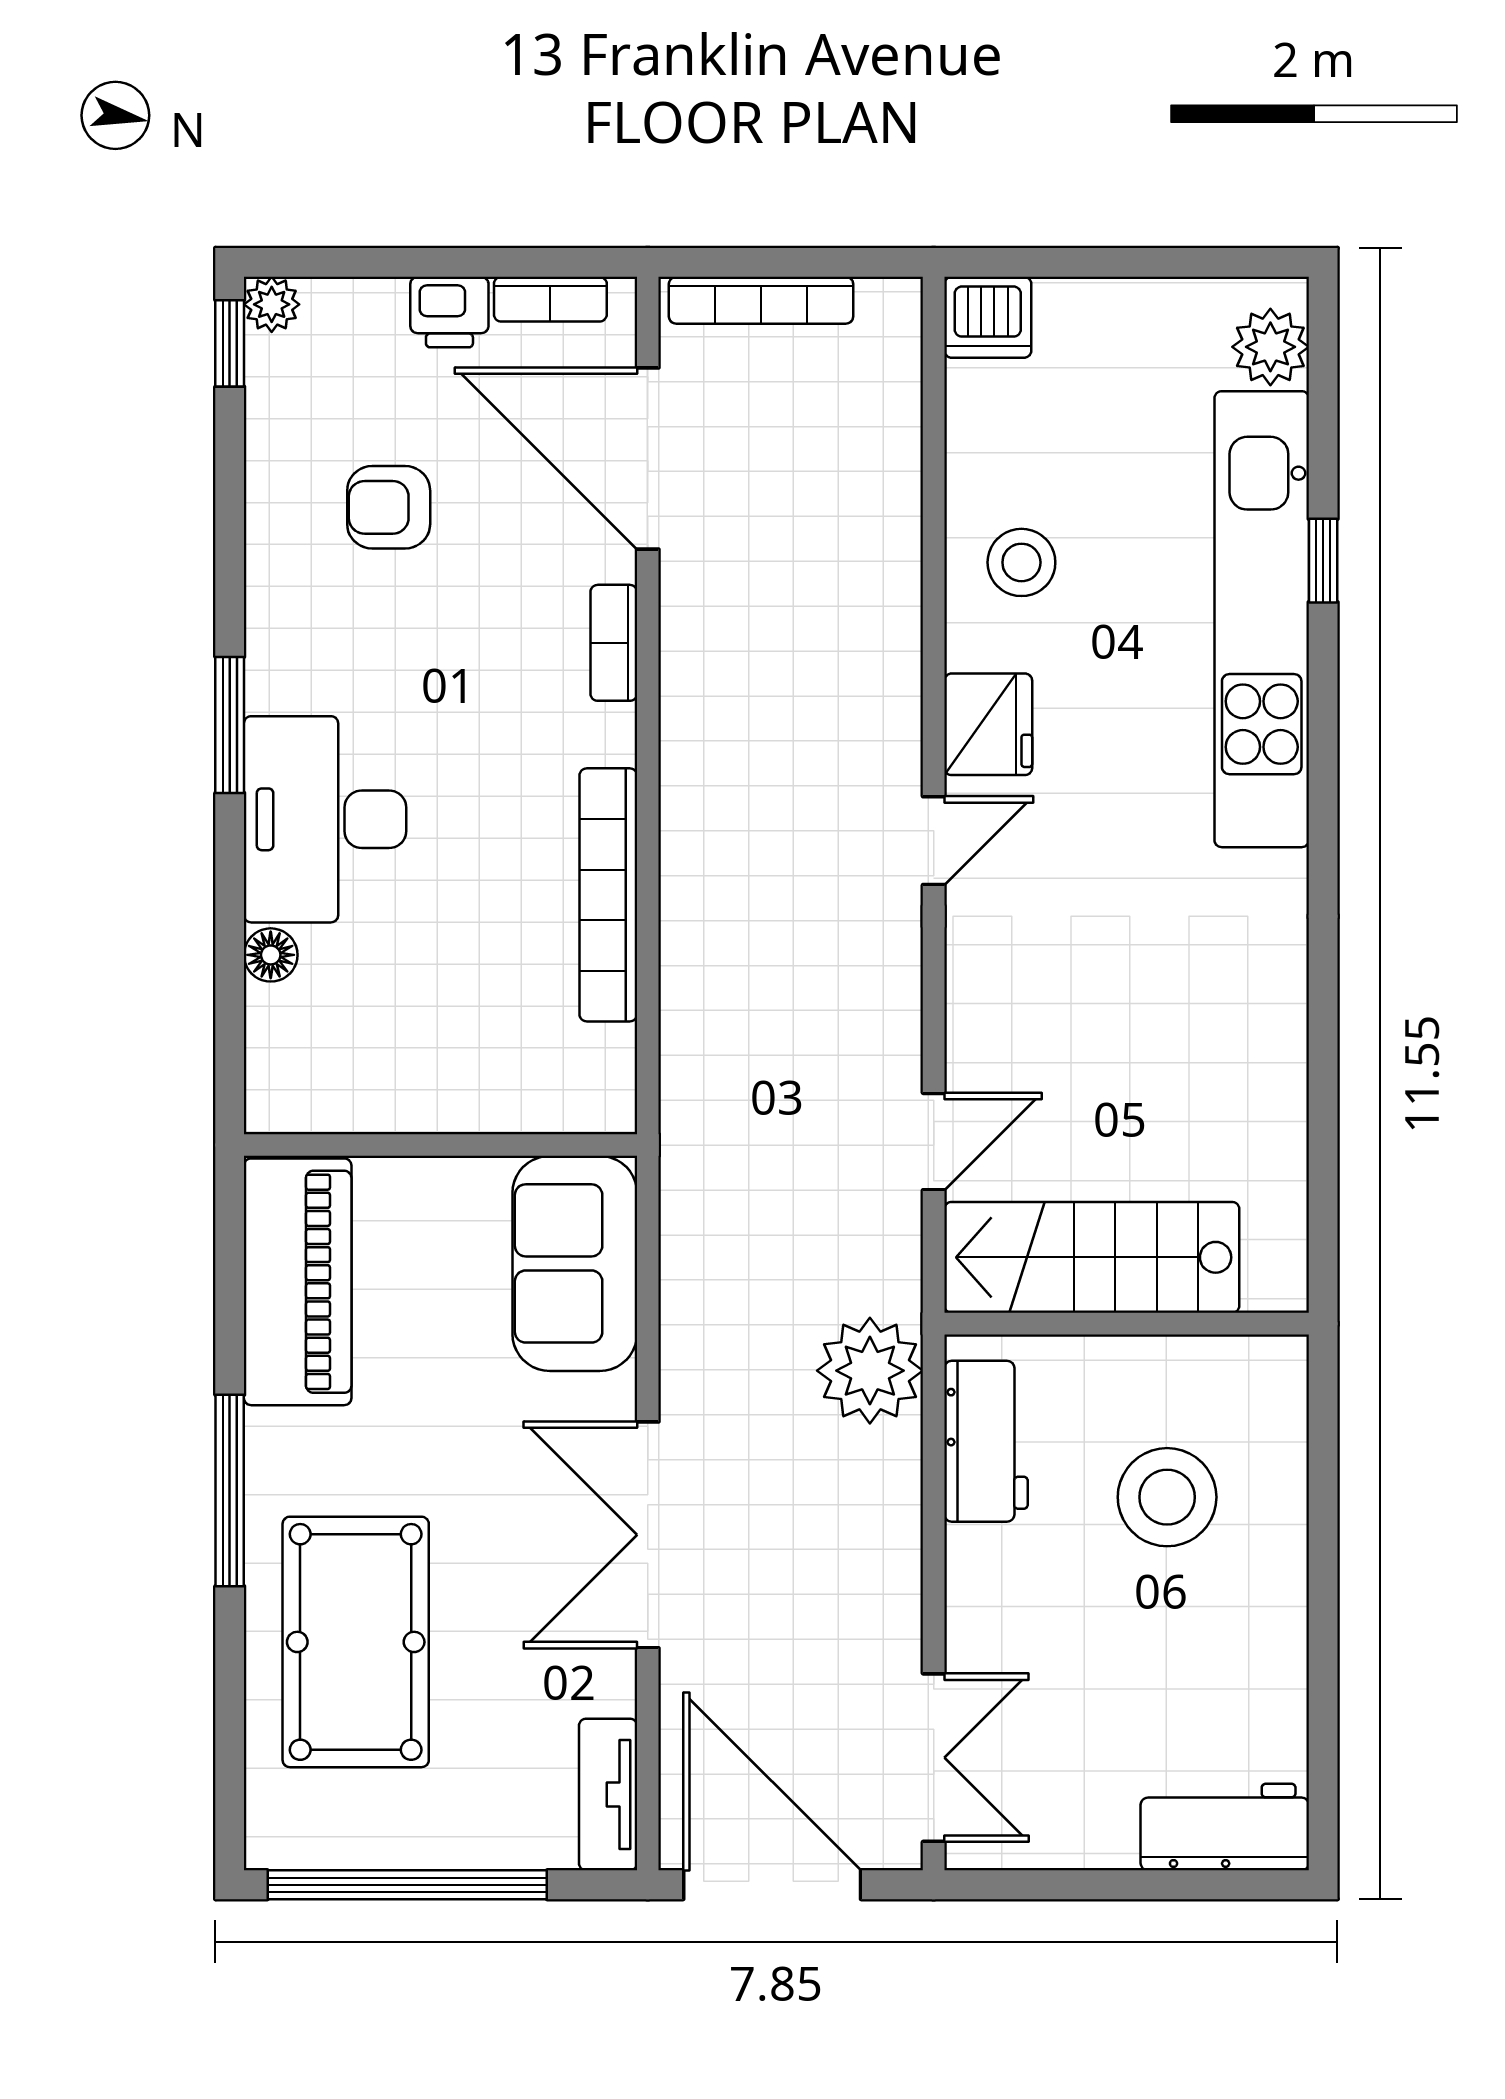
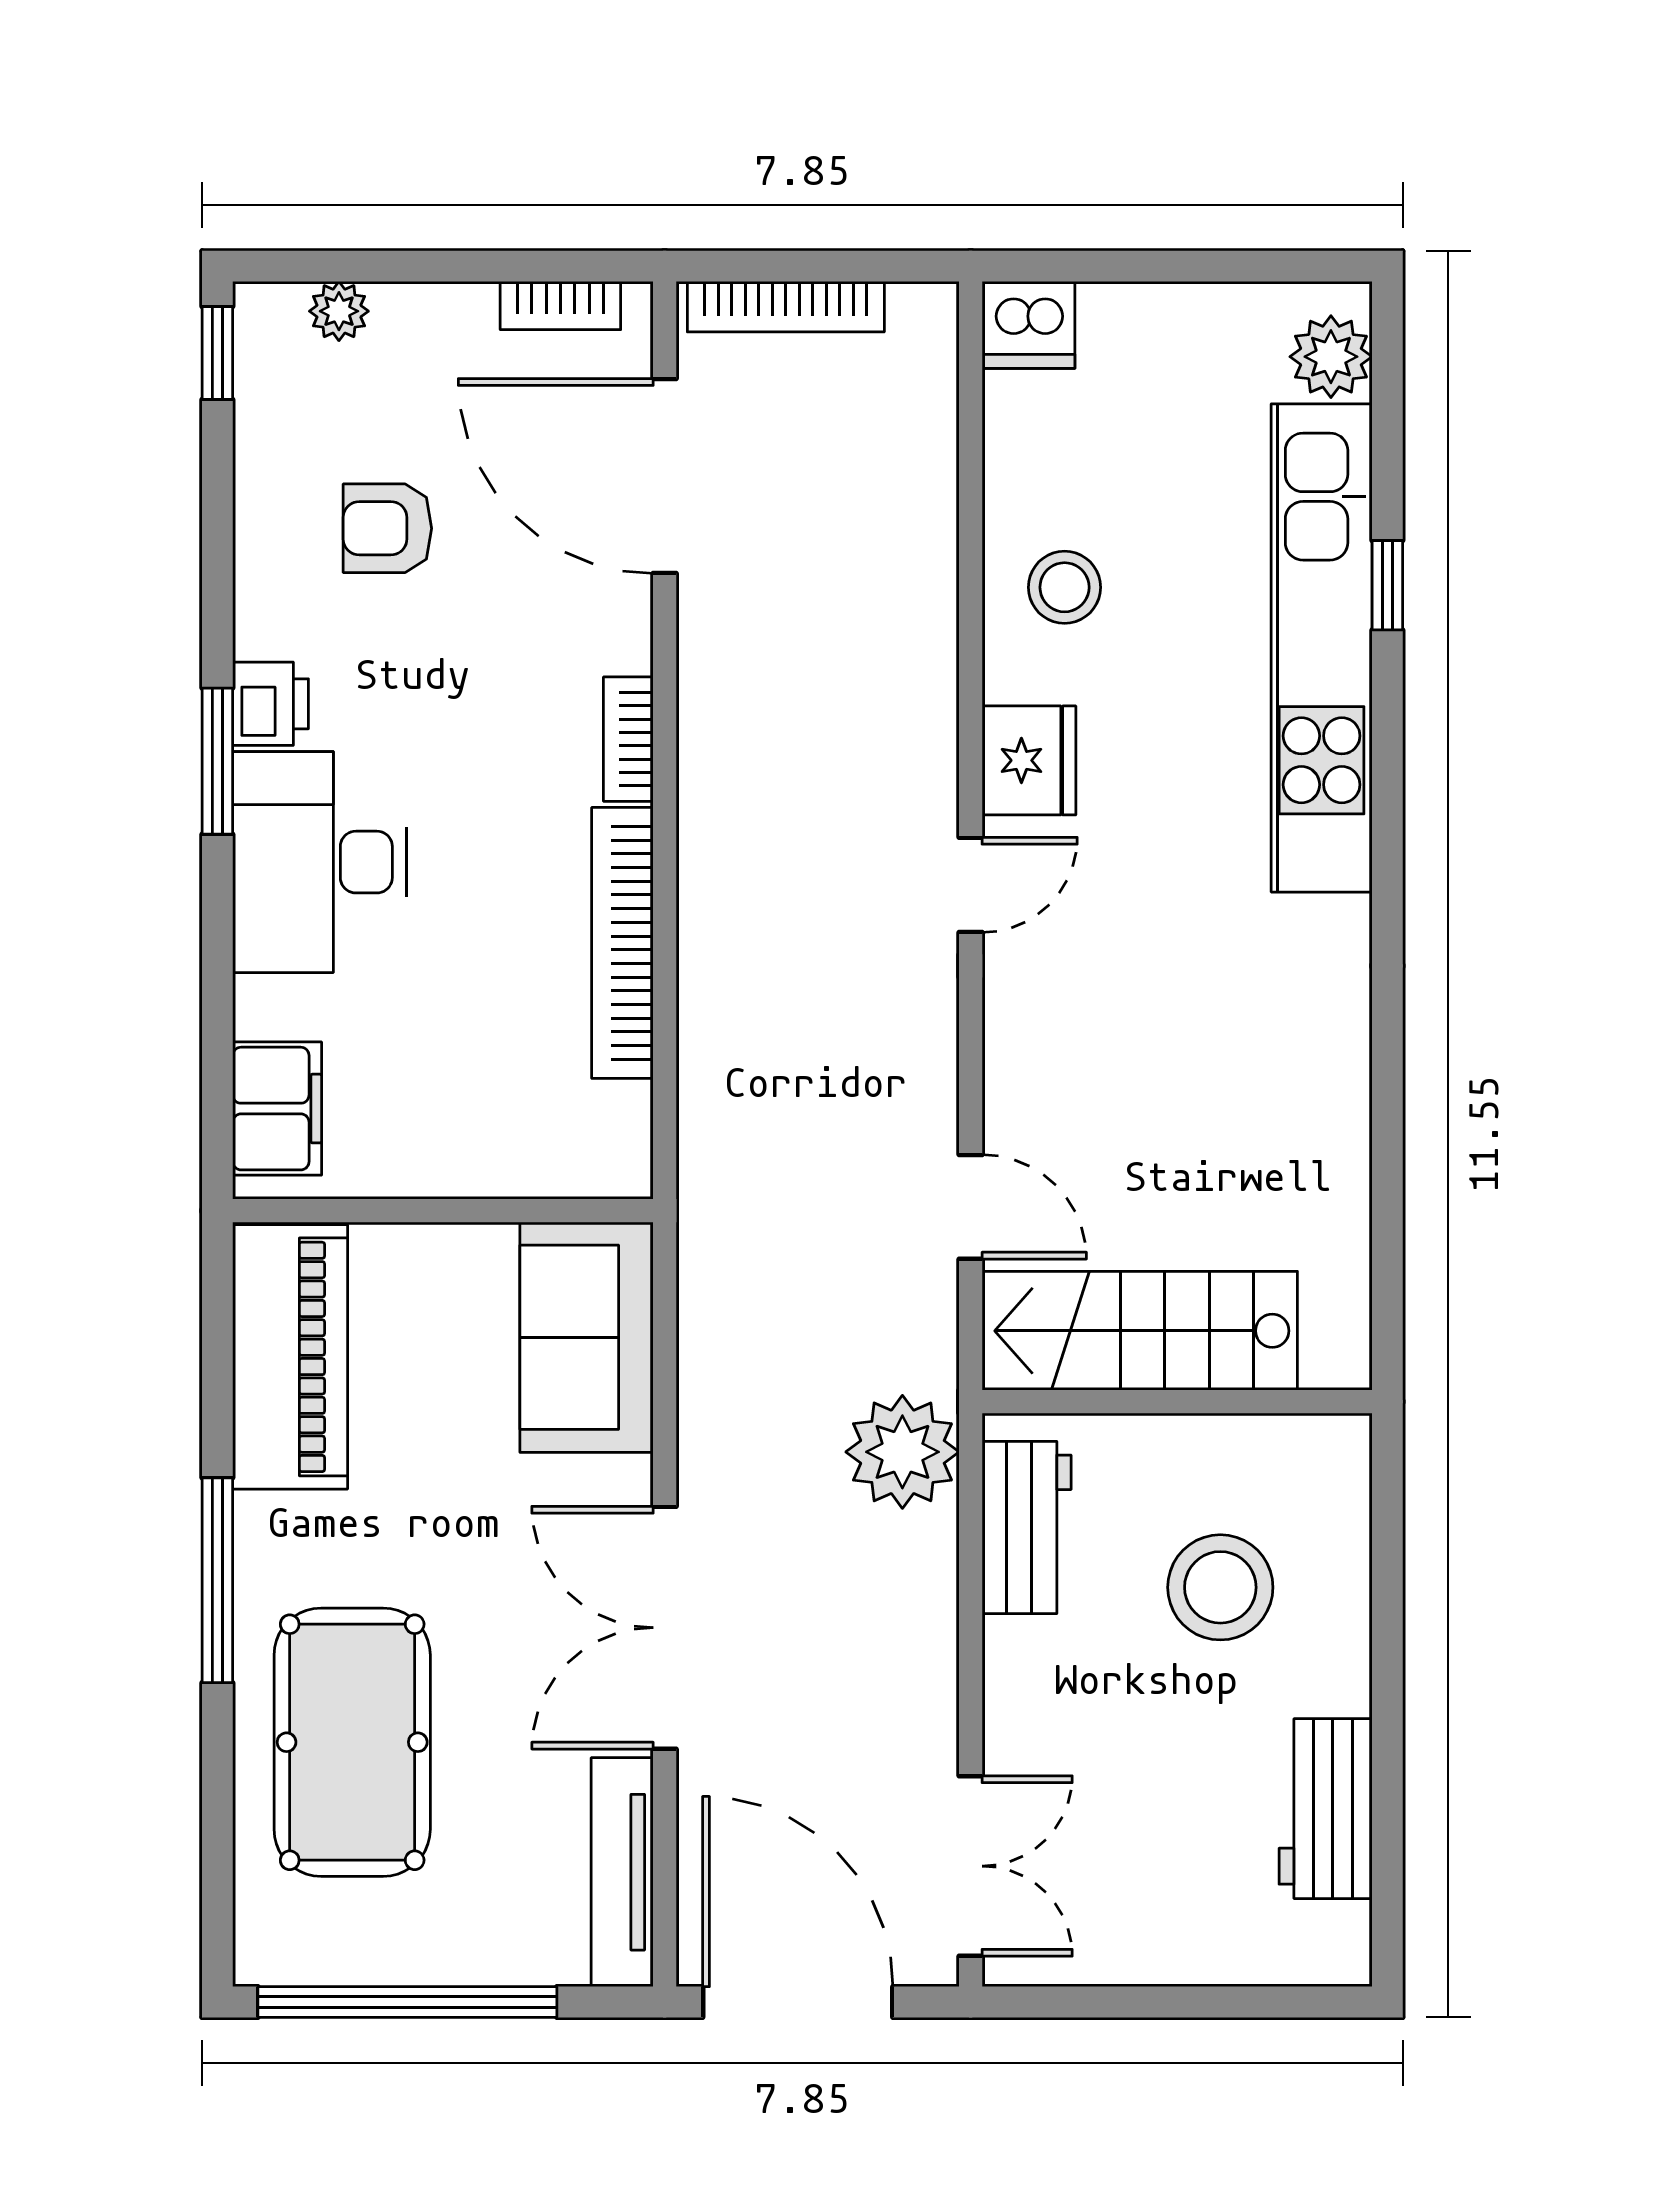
plant: (272, 304) -> (339, 311), moved
printer: (449, 312) -> (271, 704), moved, turned -90
bookcase: (614, 643) -> (628, 739), moved
floor lamp: (271, 955) -> (261, 1007), removed
filing cabinet: (285, 1050) -> (277, 1109), added
door: (934, 1142) -> (971, 1207), hinge flipped
tv unit: (608, 1794) -> (622, 1872), width x1.41
workbench: (1225, 1827) -> (1326, 1809), moved, turned -90

